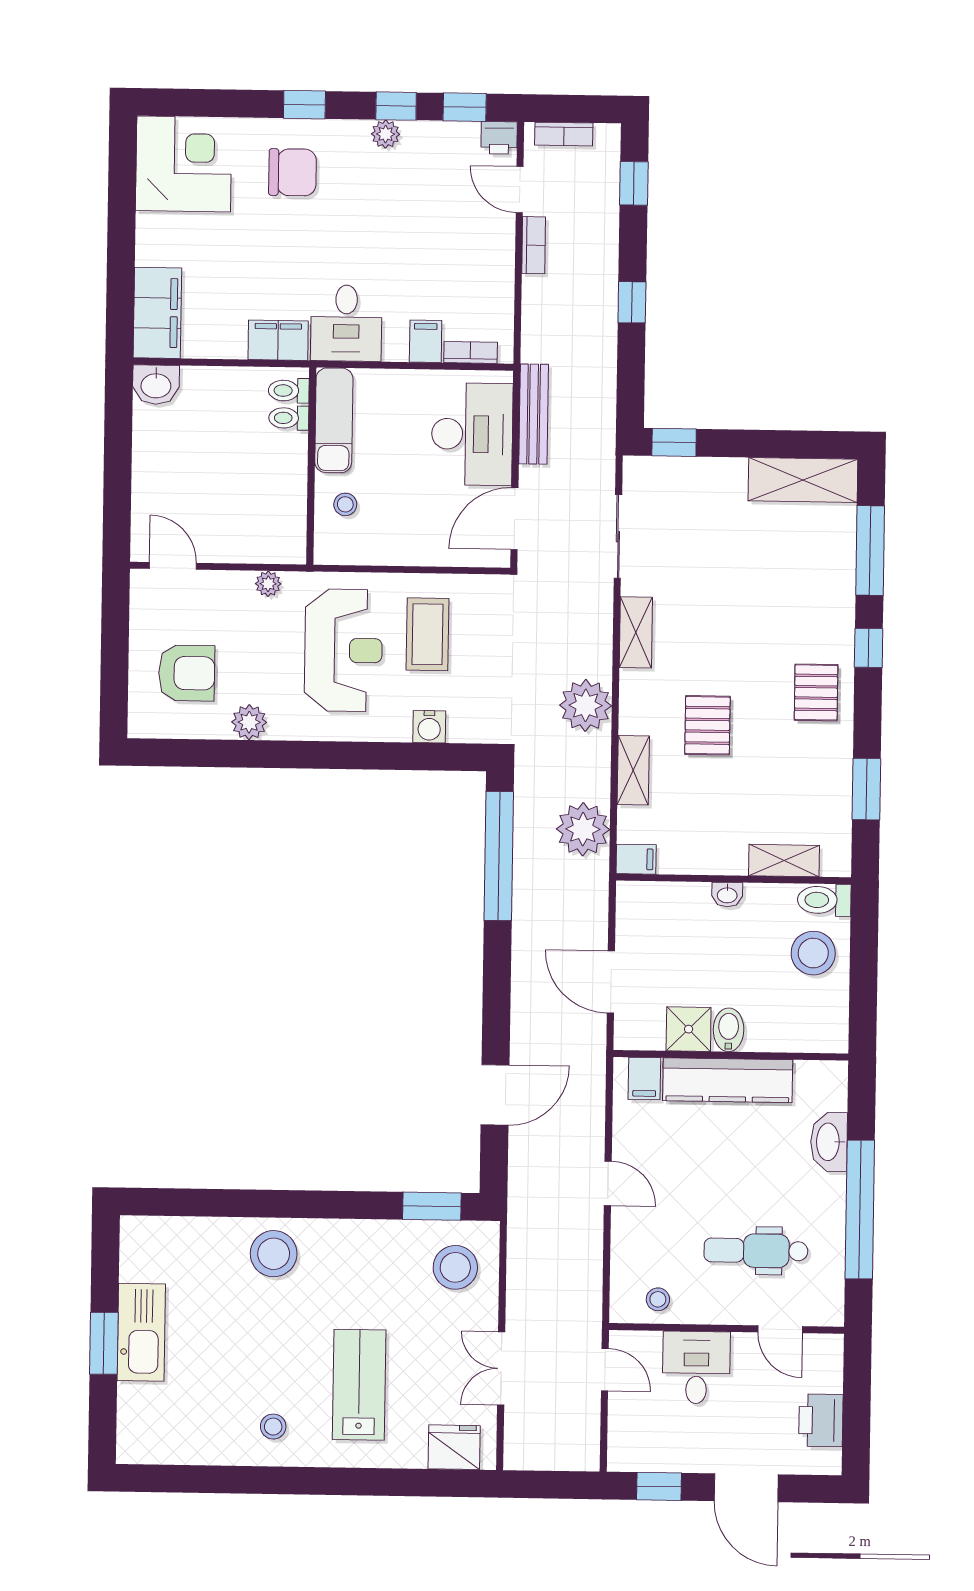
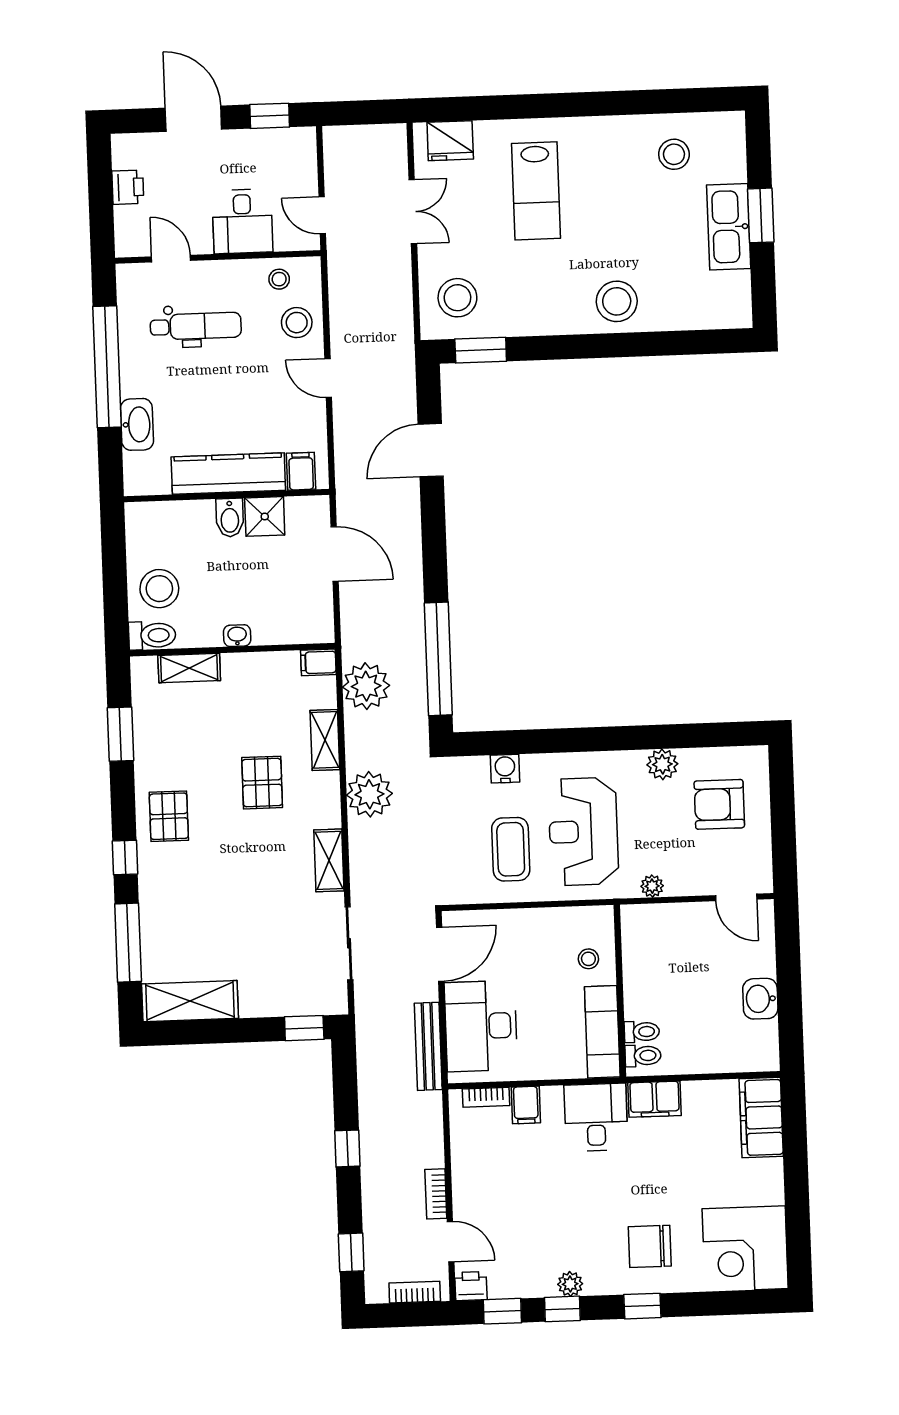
washbasin: (156, 385) -> (760, 999), moved, turned -90
stool: (640, 1249) -> (297, 323), added
printer: (821, 1420) -> (128, 187), width x0.73, depth x0.81
stool: (273, 1427) -> (674, 154), moved, width x1.37, depth x1.37

